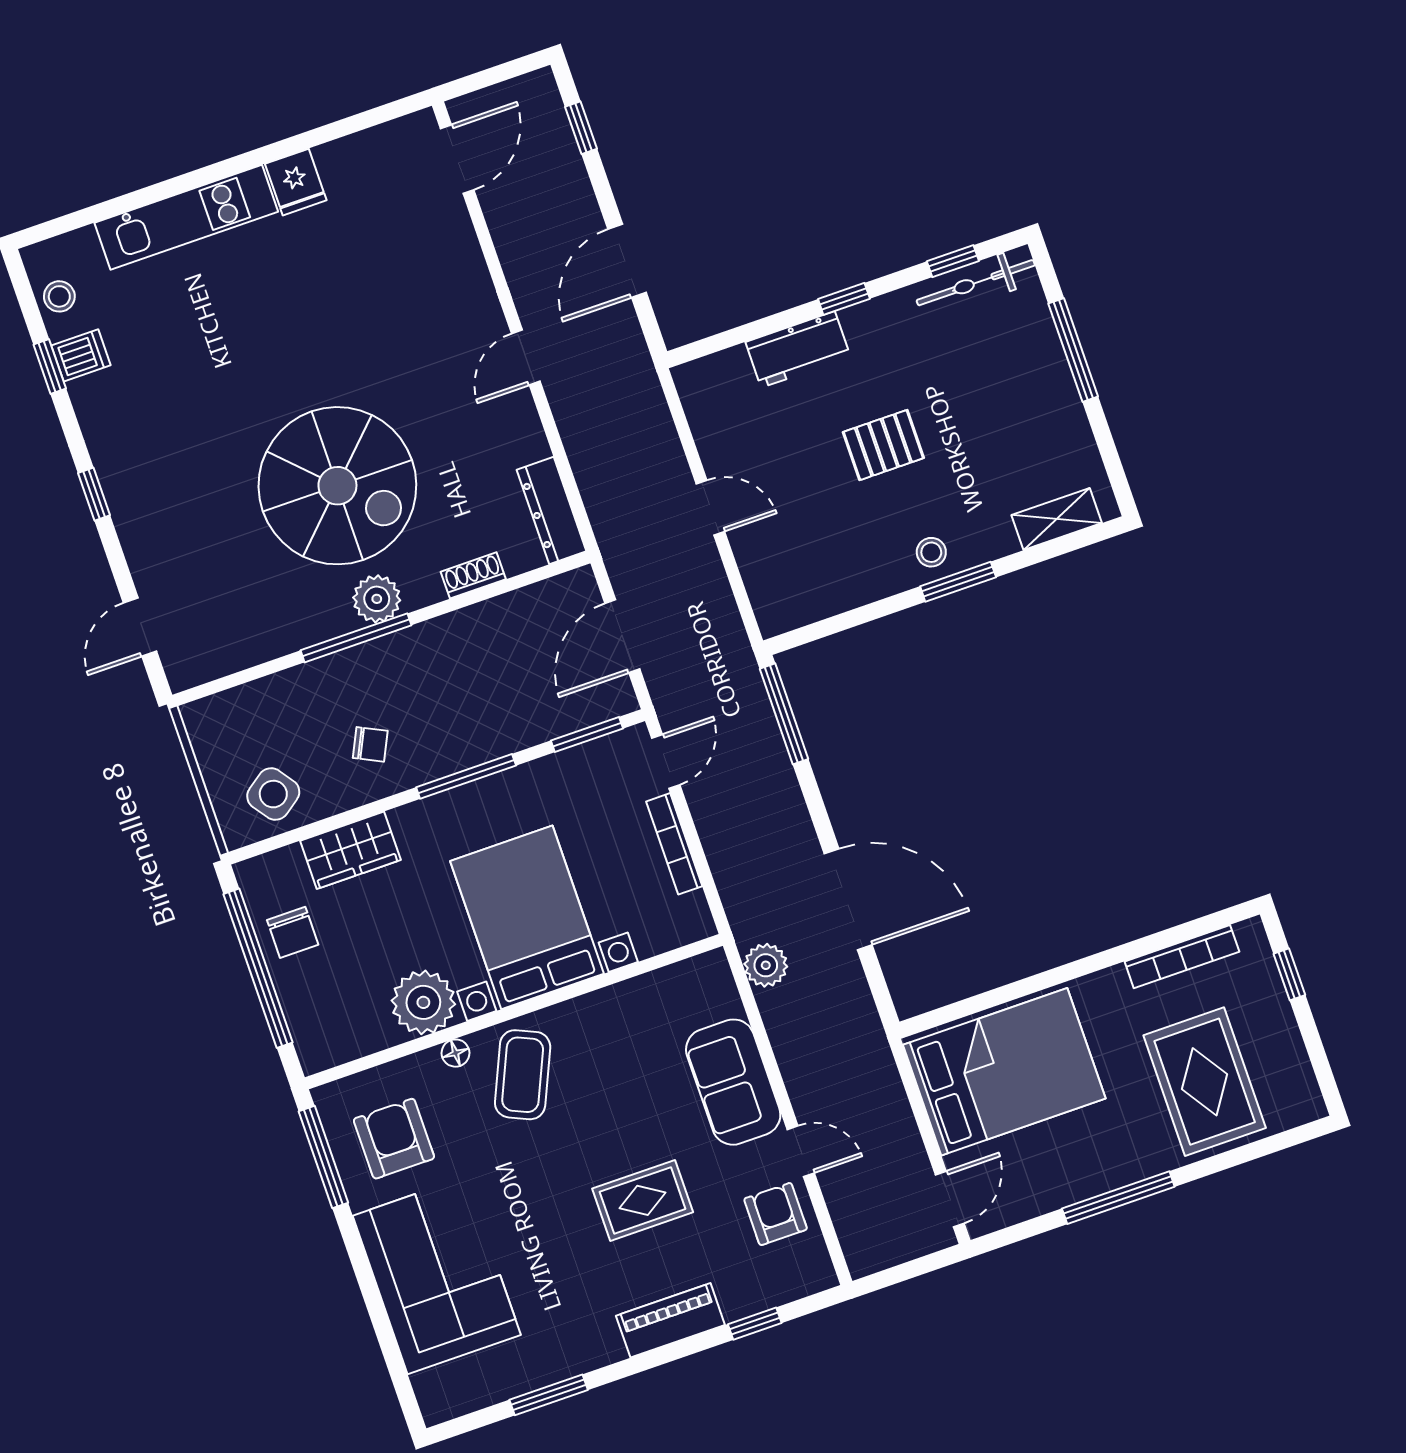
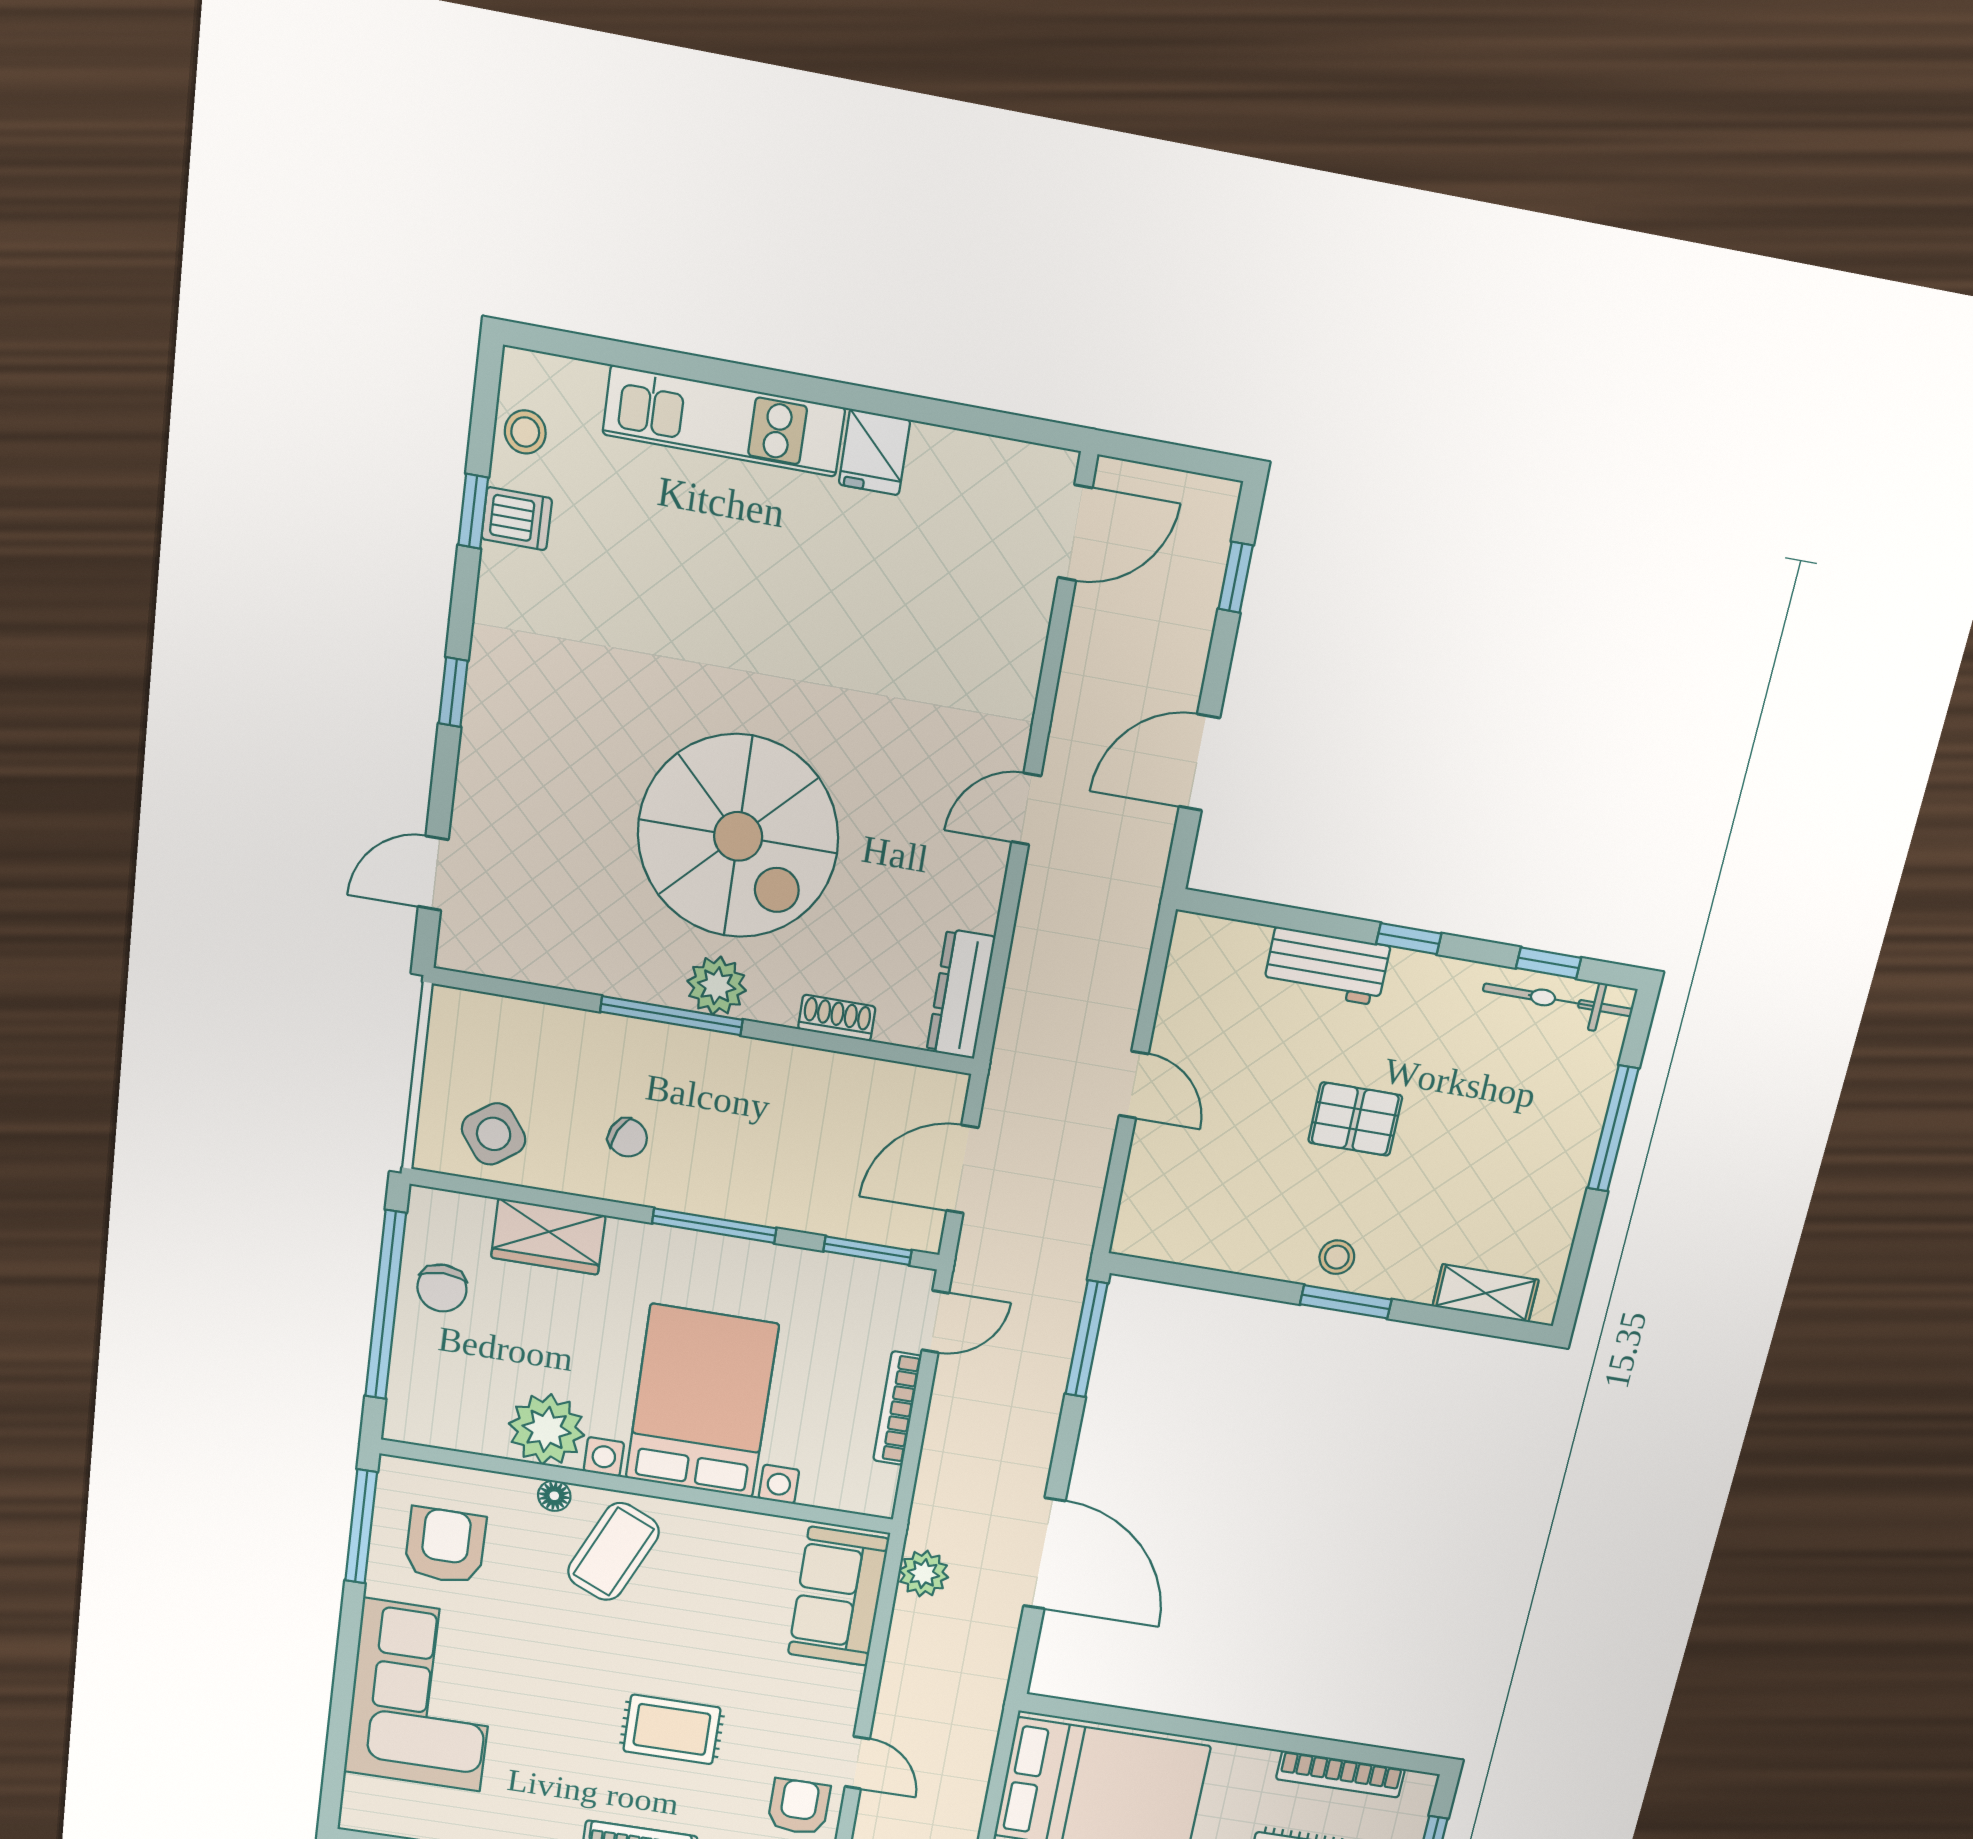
sofa: (733, 1082) -> (838, 1597), moved

